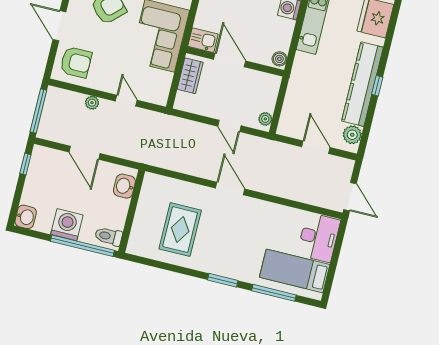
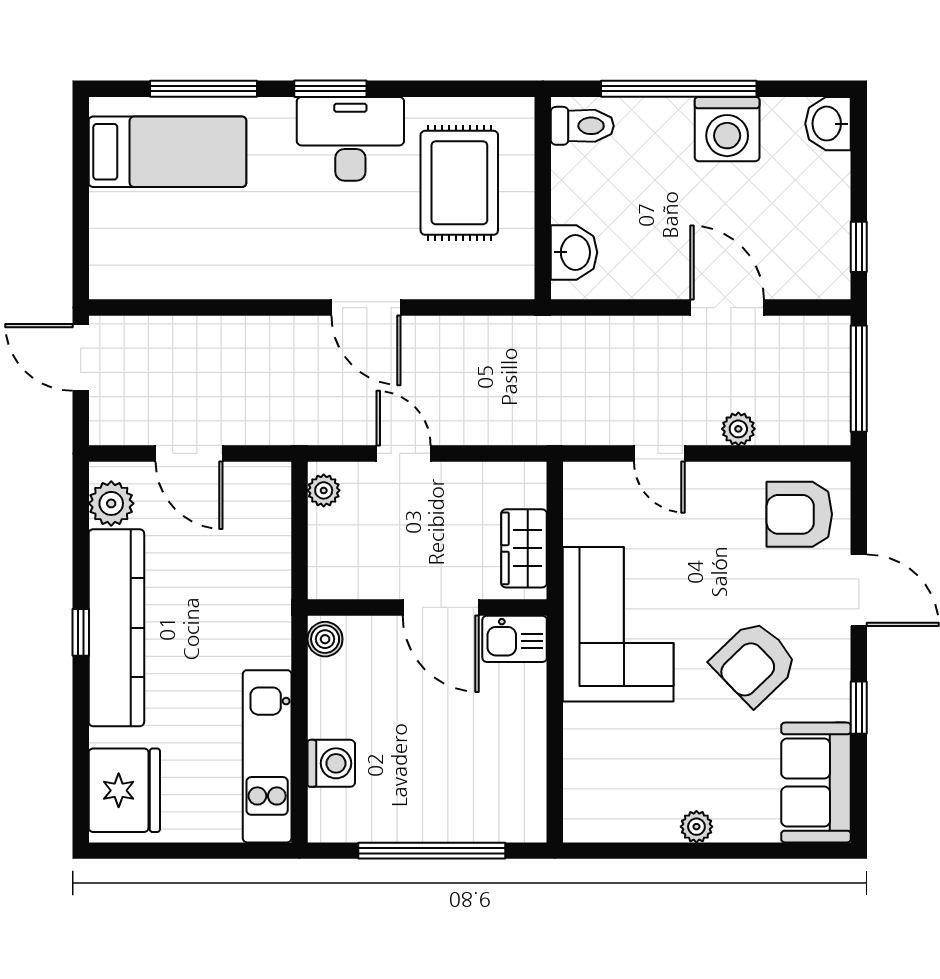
washbasin: (124, 186) -> (574, 252), moved
wall: (132, 211) -> (543, 198), moved
toilet: (109, 236) -> (582, 126), moved
desk: (319, 237) -> (350, 139), moved, turned 90

